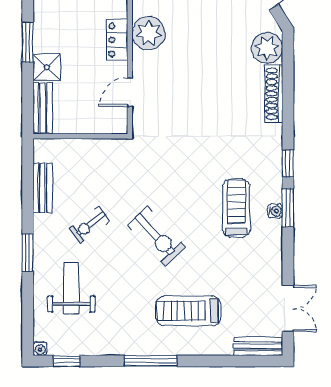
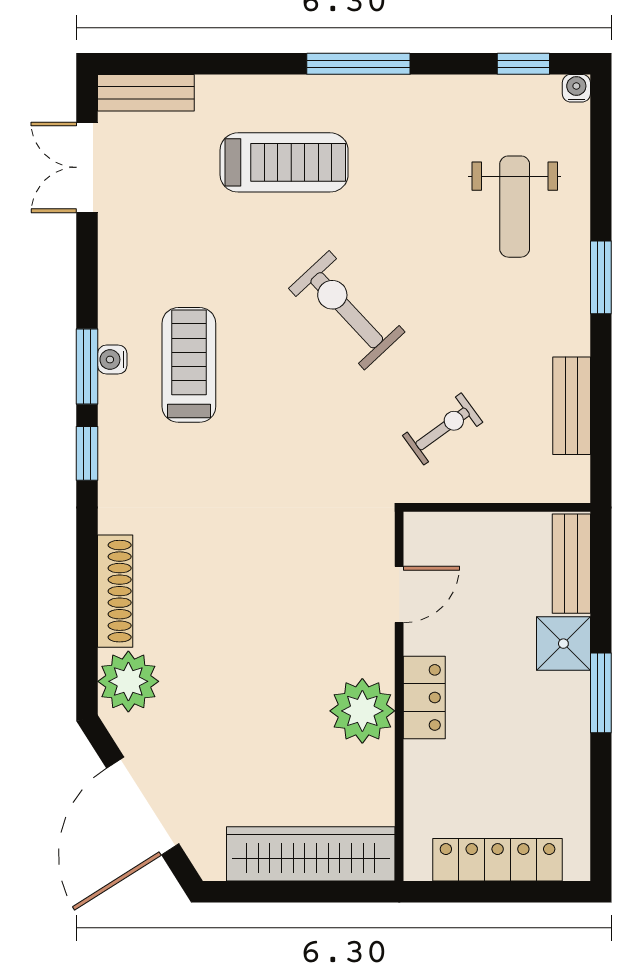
treadmill: (236, 208) -> (189, 365), turned 180
exercise bike: (89, 225) -> (443, 429), moved

